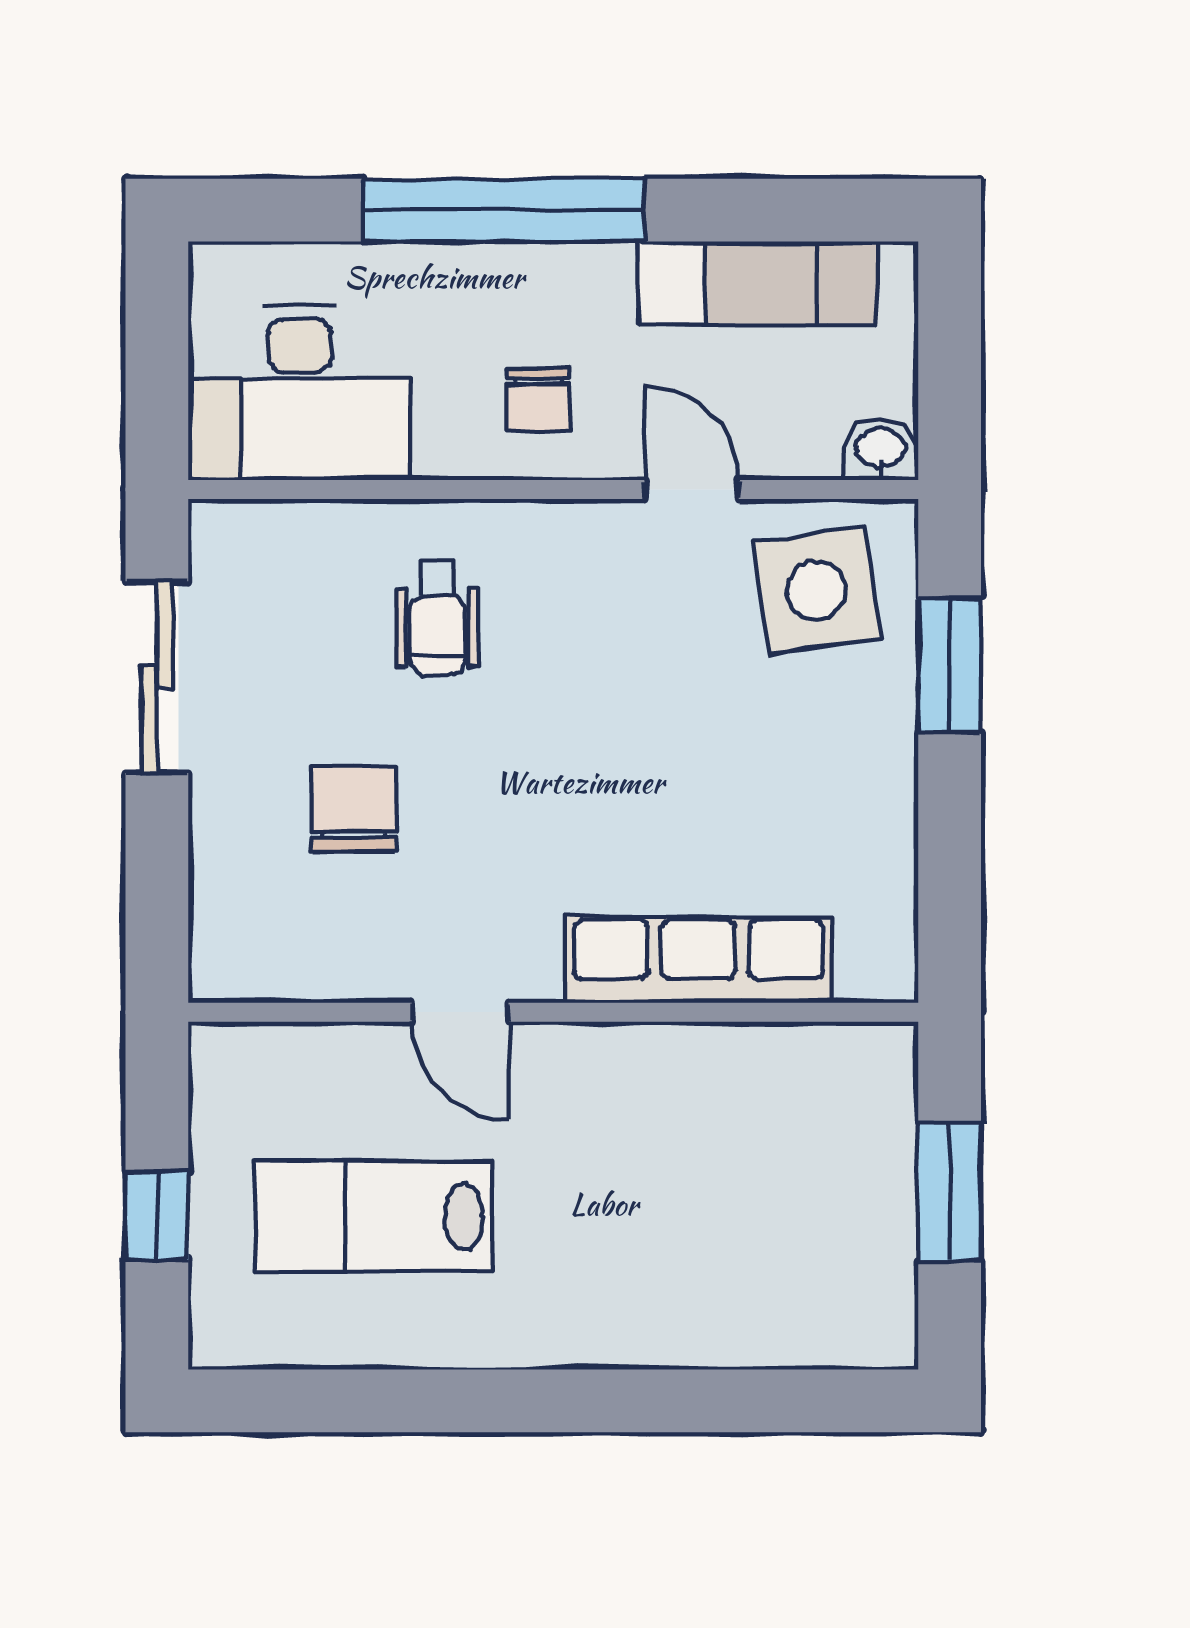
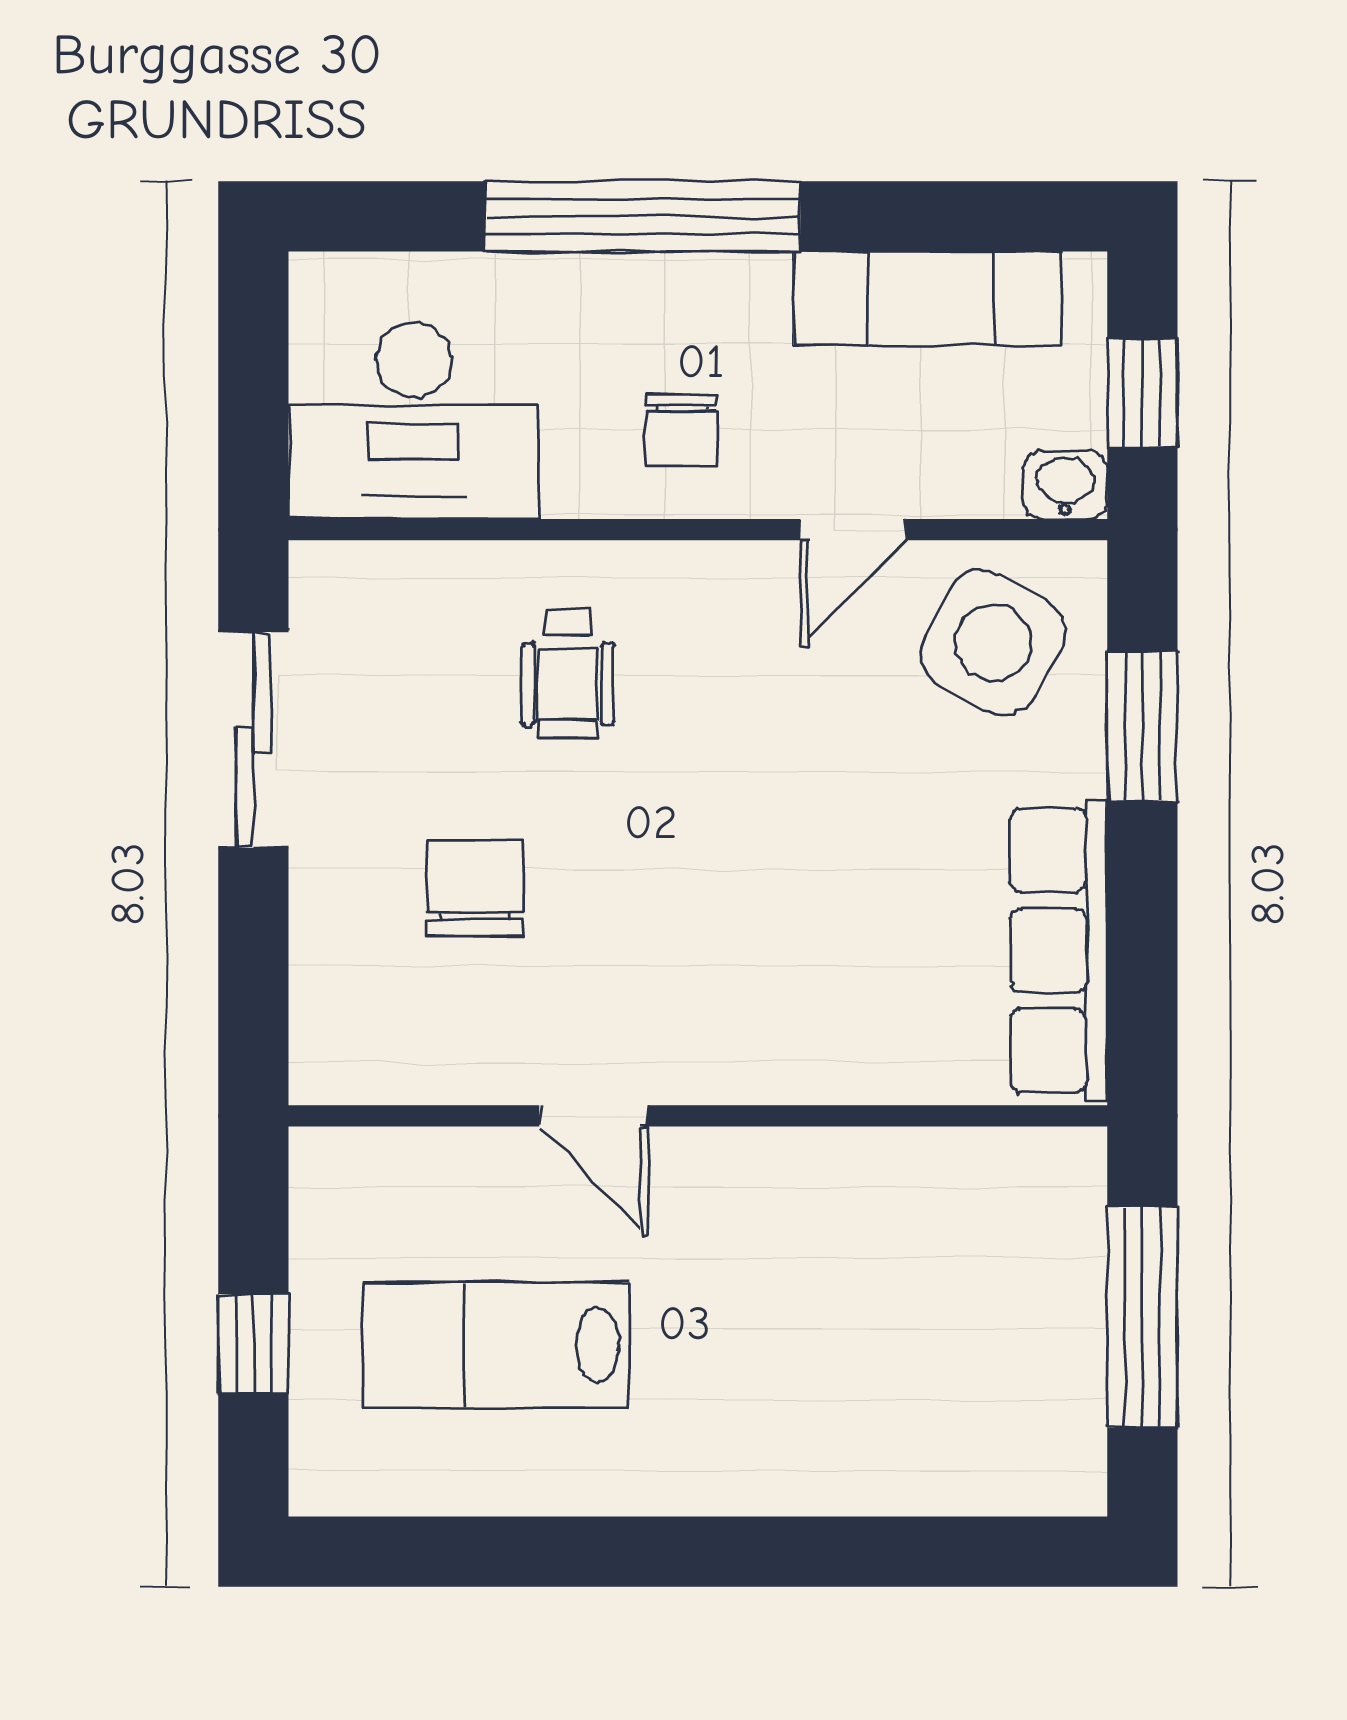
window: (950, 368) -> (1142, 393), added
door: (692, 490) -> (853, 530), swing flipped
side table: (816, 590) -> (993, 643), turned 37
row of seats: (698, 960) -> (1059, 950), moved, turned -90
window: (950, 1192) -> (1142, 1317), width x1.44

